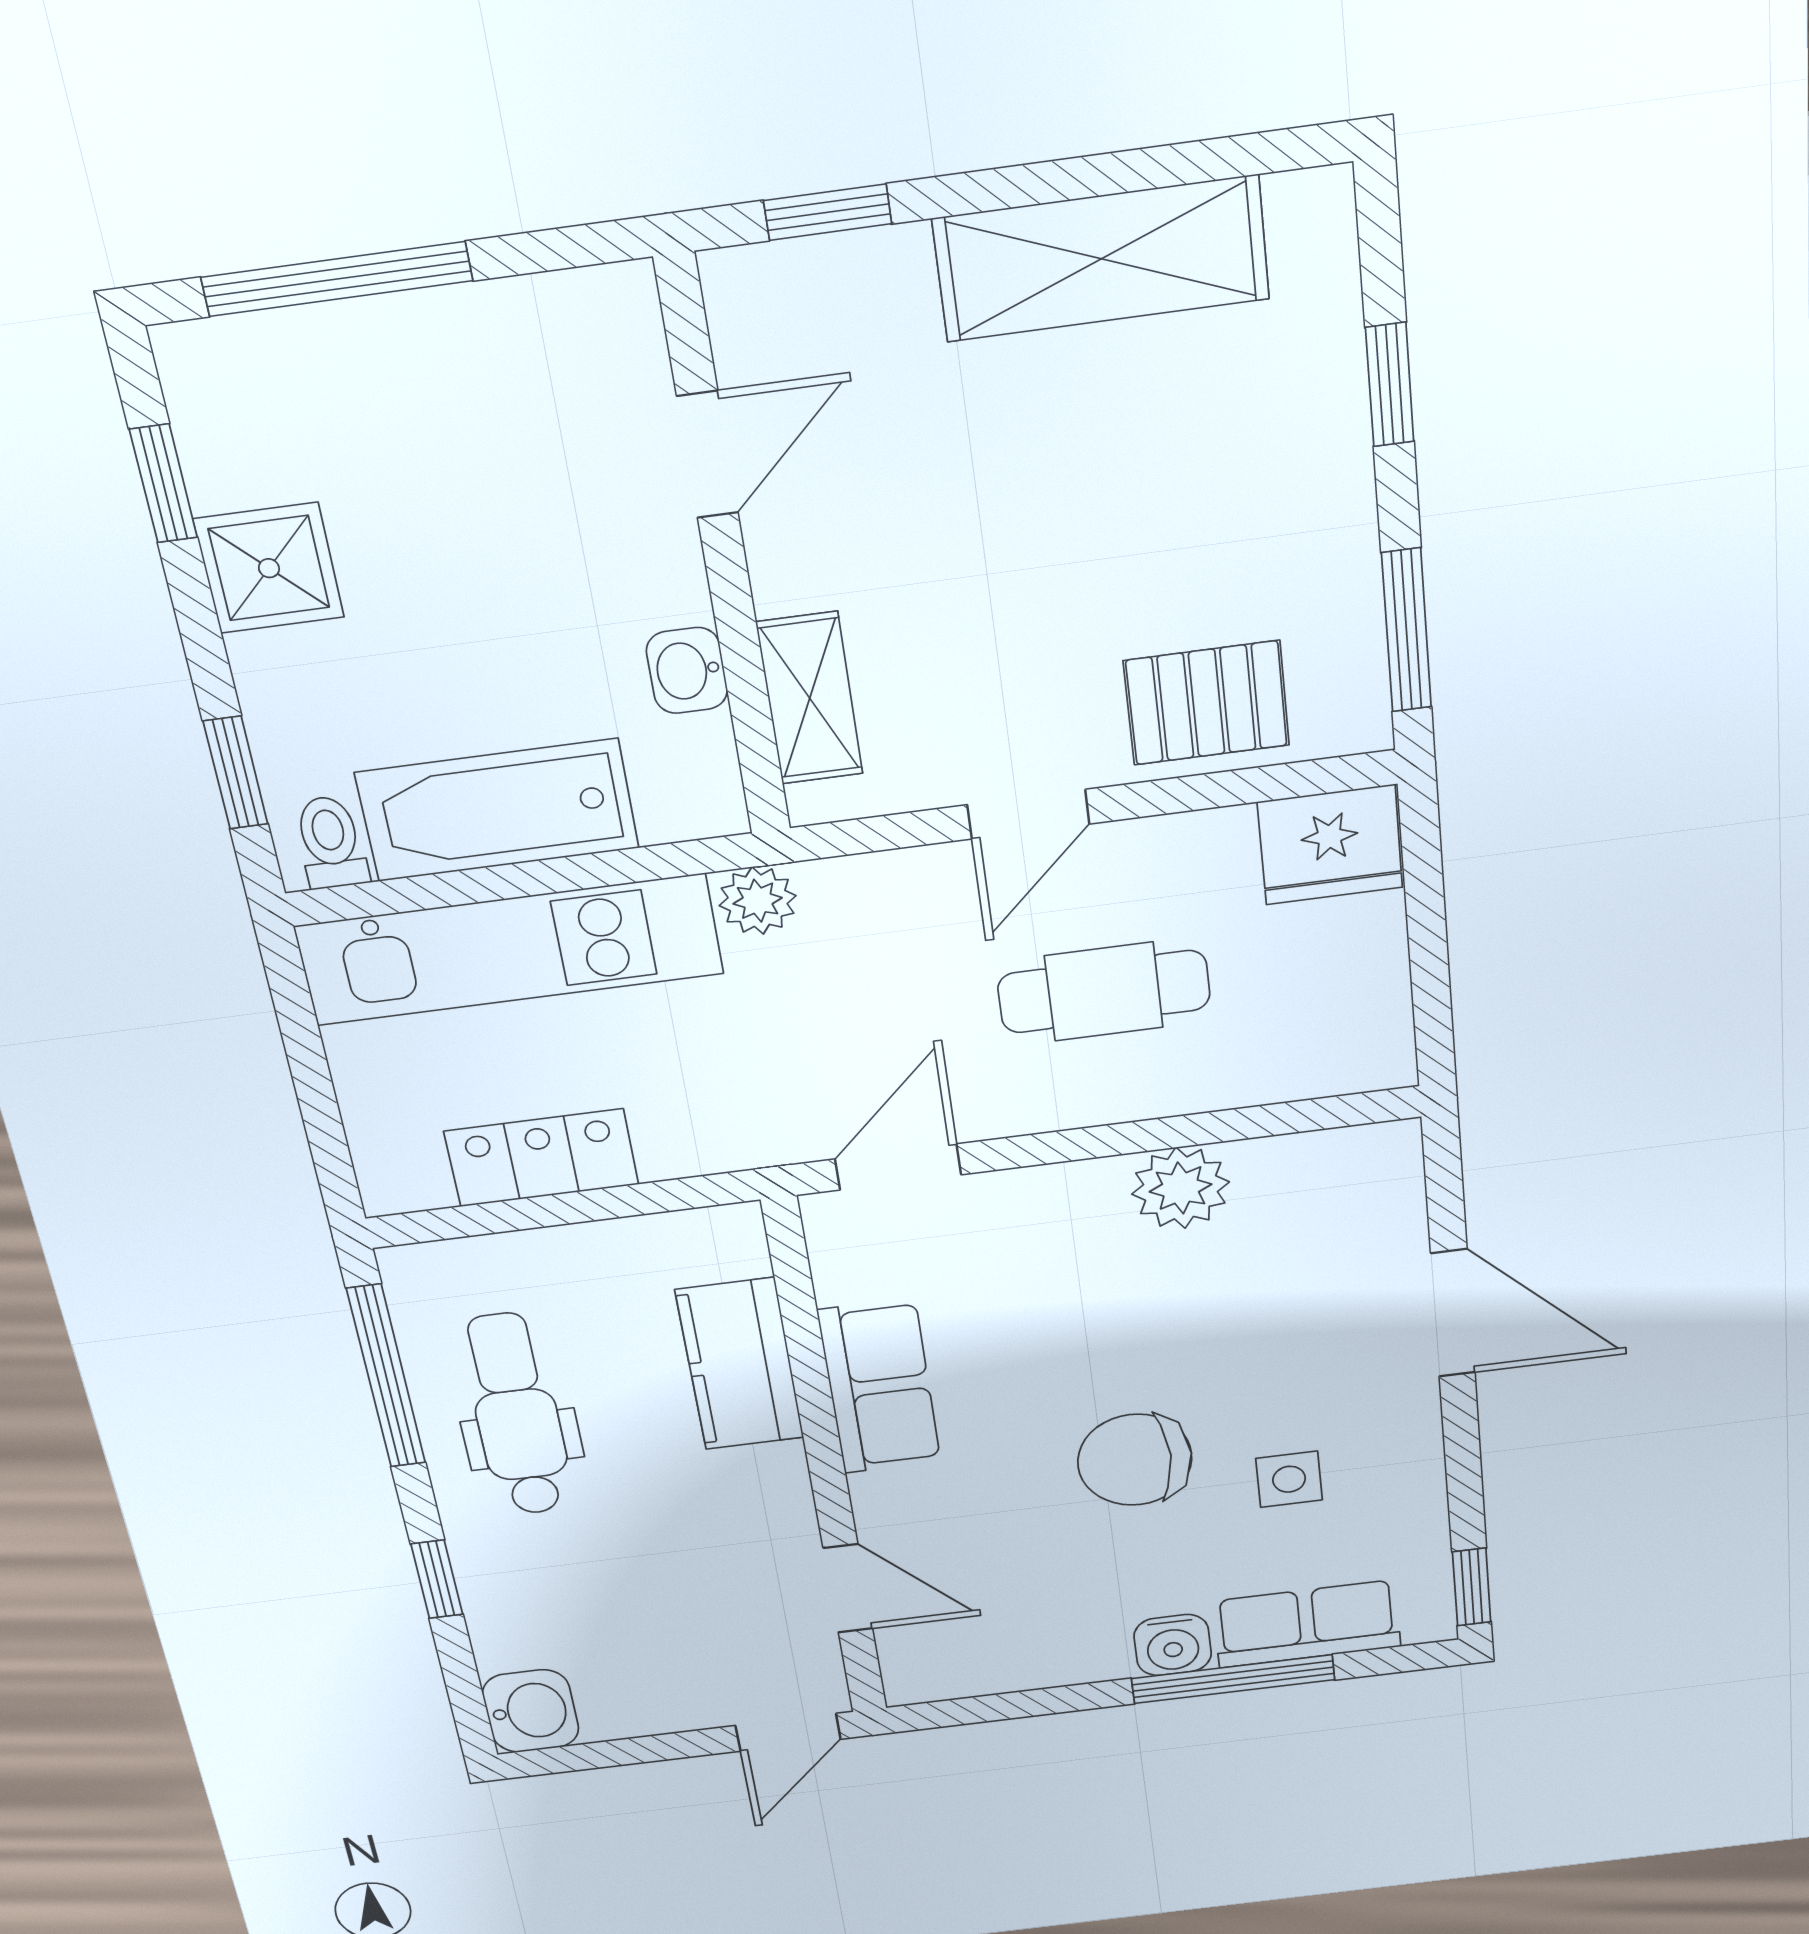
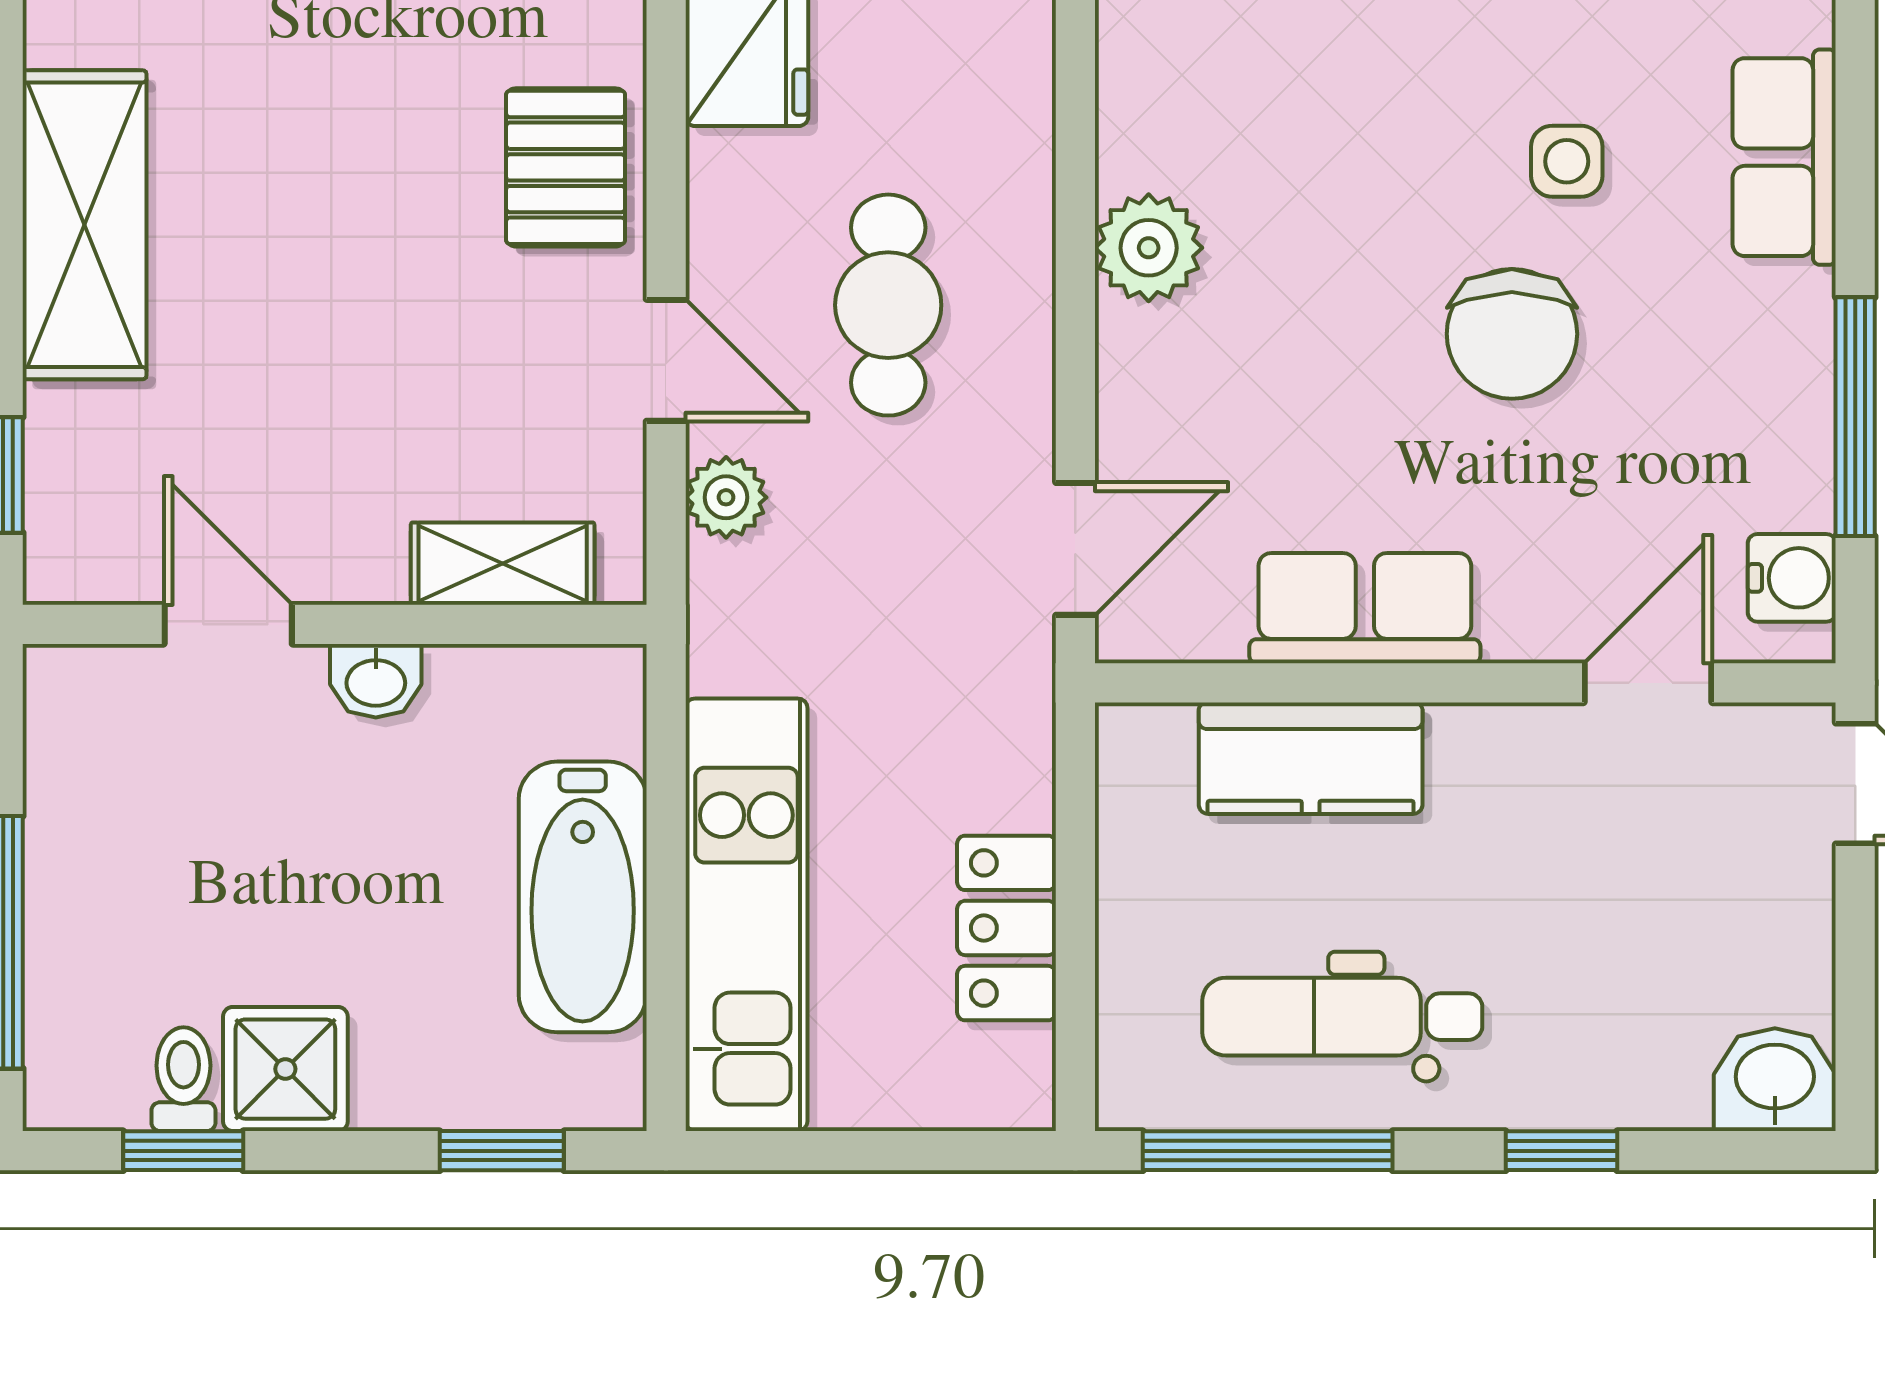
washbasin: (687, 670) -> (376, 681), moved
toilet: (331, 842) -> (183, 1079), moved, turned 90
plant: (758, 901) -> (726, 497), moved
door: (898, 1167) -> (1075, 549), swing flipped
water cooler: (1173, 1645) -> (1792, 578), moved
window: (1233, 1679) -> (1855, 417), moved

